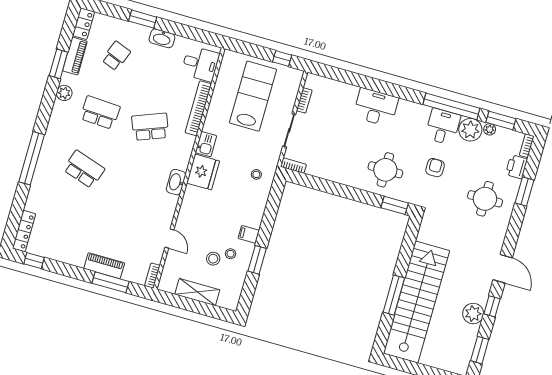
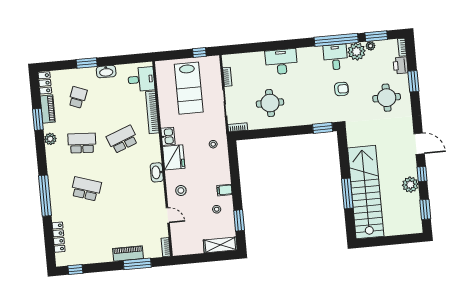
lab bench: (253, 96) -> (189, 88), turned 180
armchair: (435, 168) -> (341, 89), turned 90
round table: (385, 170) -> (270, 103), moved
locker: (24, 231) -> (59, 237), moved
stool: (213, 259) -> (181, 190), moved
window: (257, 260) -> (239, 220), moved
shelving: (197, 292) -> (220, 245), moved

